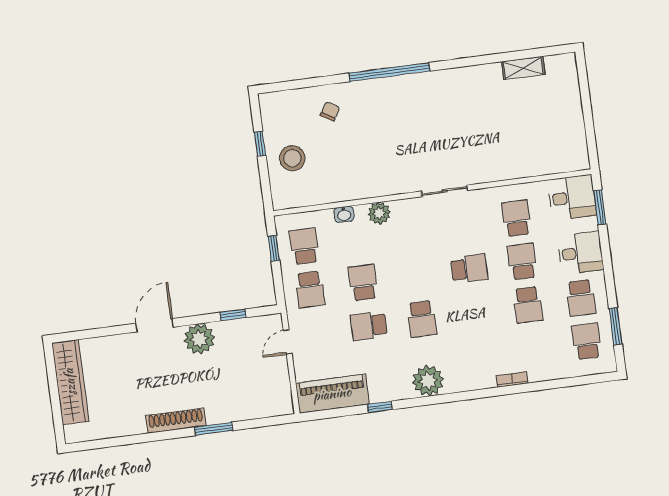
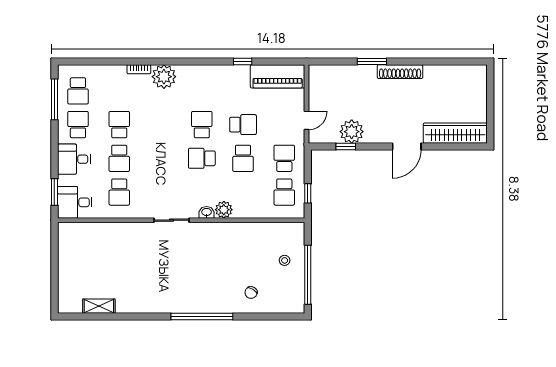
window: (260, 144) -> (308, 275), width x3.17
stool: (292, 158) -> (285, 260), width x0.53, depth x0.53
washbasin: (344, 214) -> (207, 212), moved
school desk: (469, 269) -> (202, 158), moved
window: (616, 326) -> (54, 99), width x1.44
plant: (199, 339) -> (352, 132), moved
plant: (428, 381) -> (164, 77), moved
wardrobe: (70, 382) -> (455, 133), moved, turned 90

